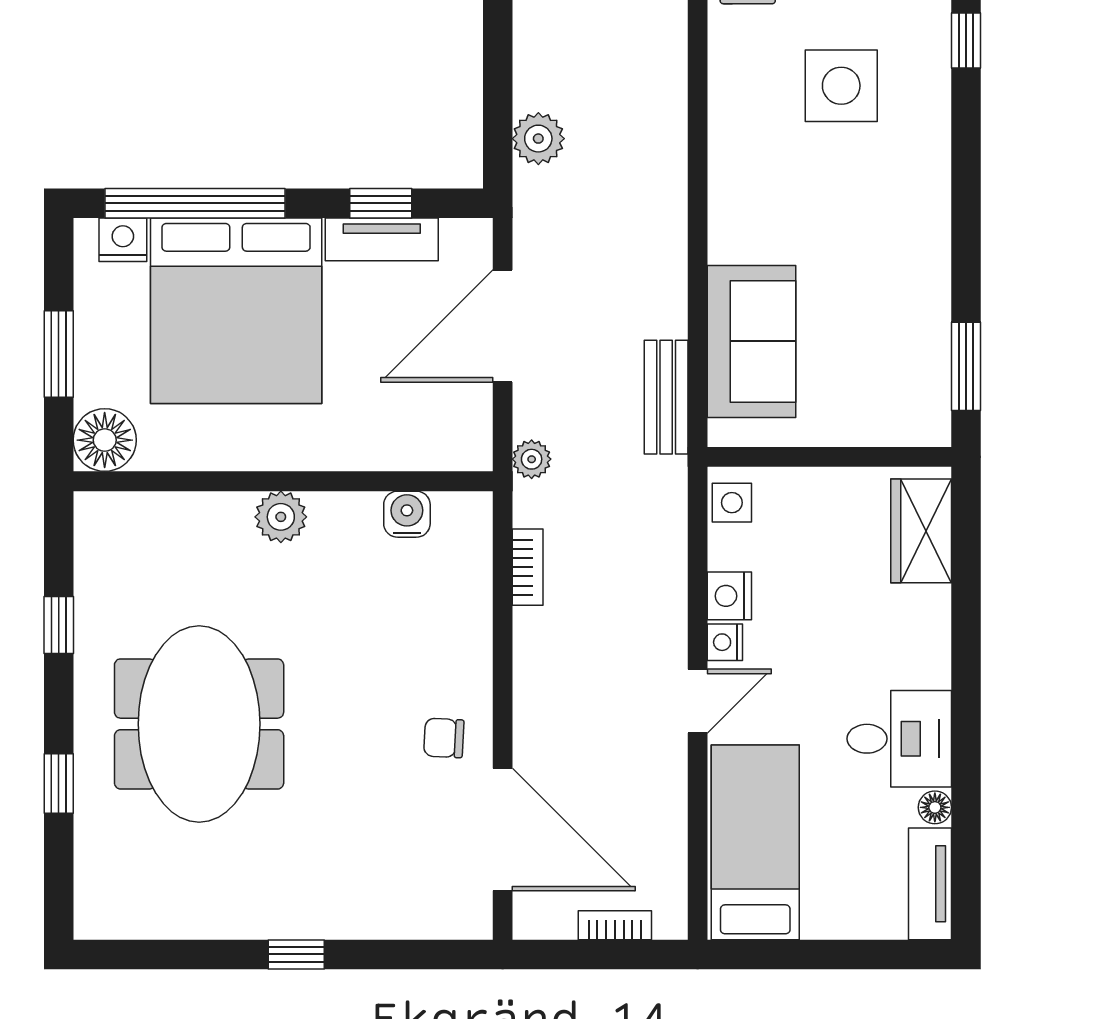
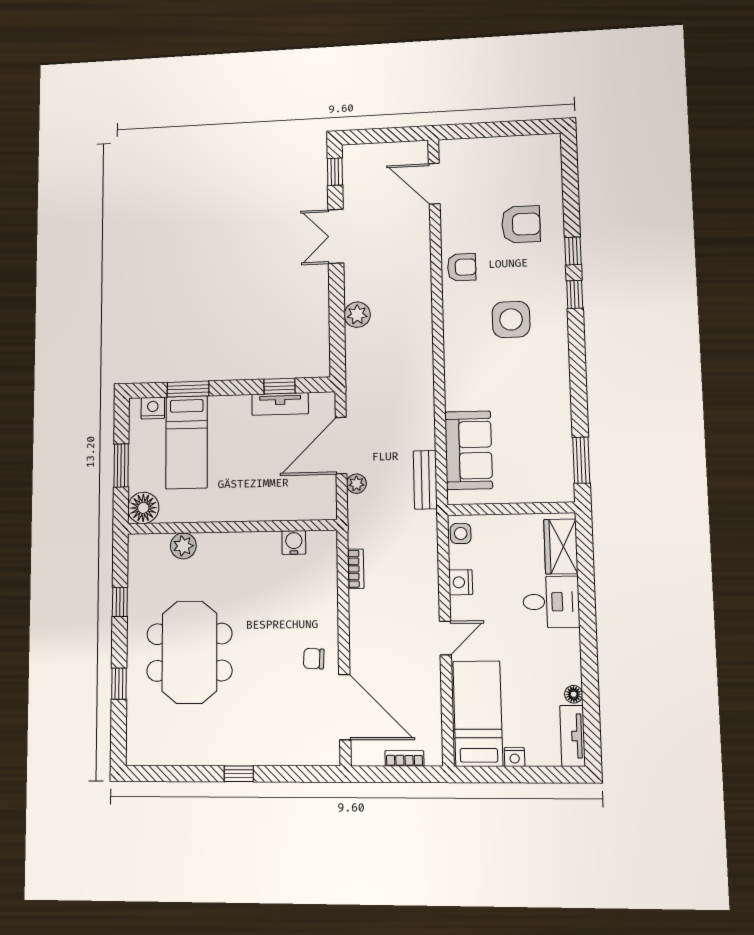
plant: (538, 139) -> (357, 315), moved
window: (195, 203) -> (188, 389), width x0.47
bed: (236, 311) -> (187, 442), width x0.49
plant: (532, 459) -> (356, 484), moved
plant: (281, 517) -> (183, 546), moved
nightstand: (725, 642) -> (515, 757), moved, turned -90
desk: (899, 739) -> (551, 602), moved

